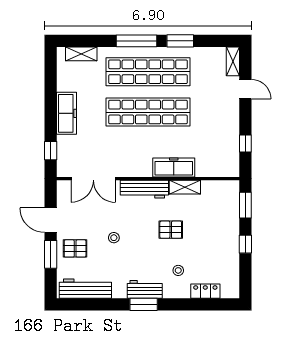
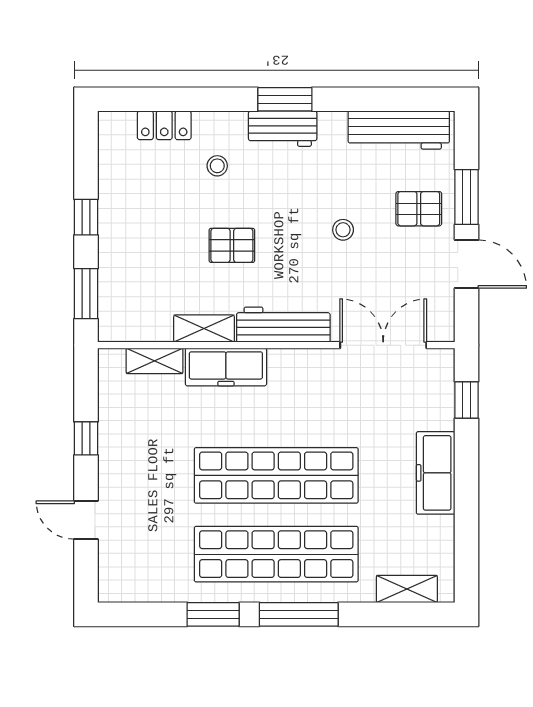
shelving: (233, 61) -> (155, 361), moved, turned 90
window: (245, 143) -> (86, 438), moved

